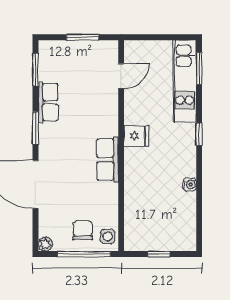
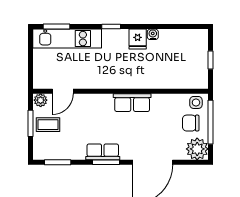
plant: (110, 49) -> (41, 100), added
coffee table: (81, 58) -> (48, 125), added
door: (121, 76) -> (63, 91), swing flipped
row of seats: (48, 102) -> (103, 152), moved
fridge: (136, 136) -> (138, 39), moved, turned 180
plant: (45, 244) -> (197, 149), width x1.87, depth x1.87

